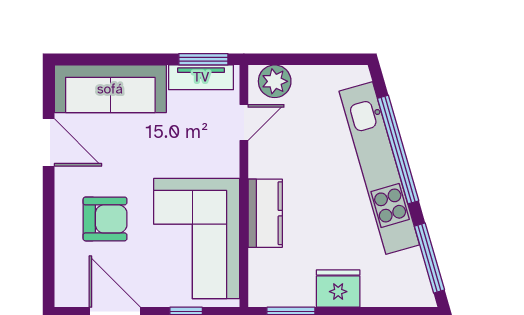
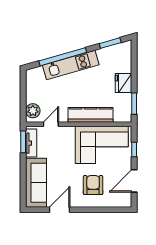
door: (244, 122) -> (51, 124), hinge flipped
kitchen unit: (379, 168) -> (71, 65), width x0.73
kitchen counter: (265, 213) -> (91, 115), width x1.50
window: (429, 258) -> (110, 43), width x0.69

